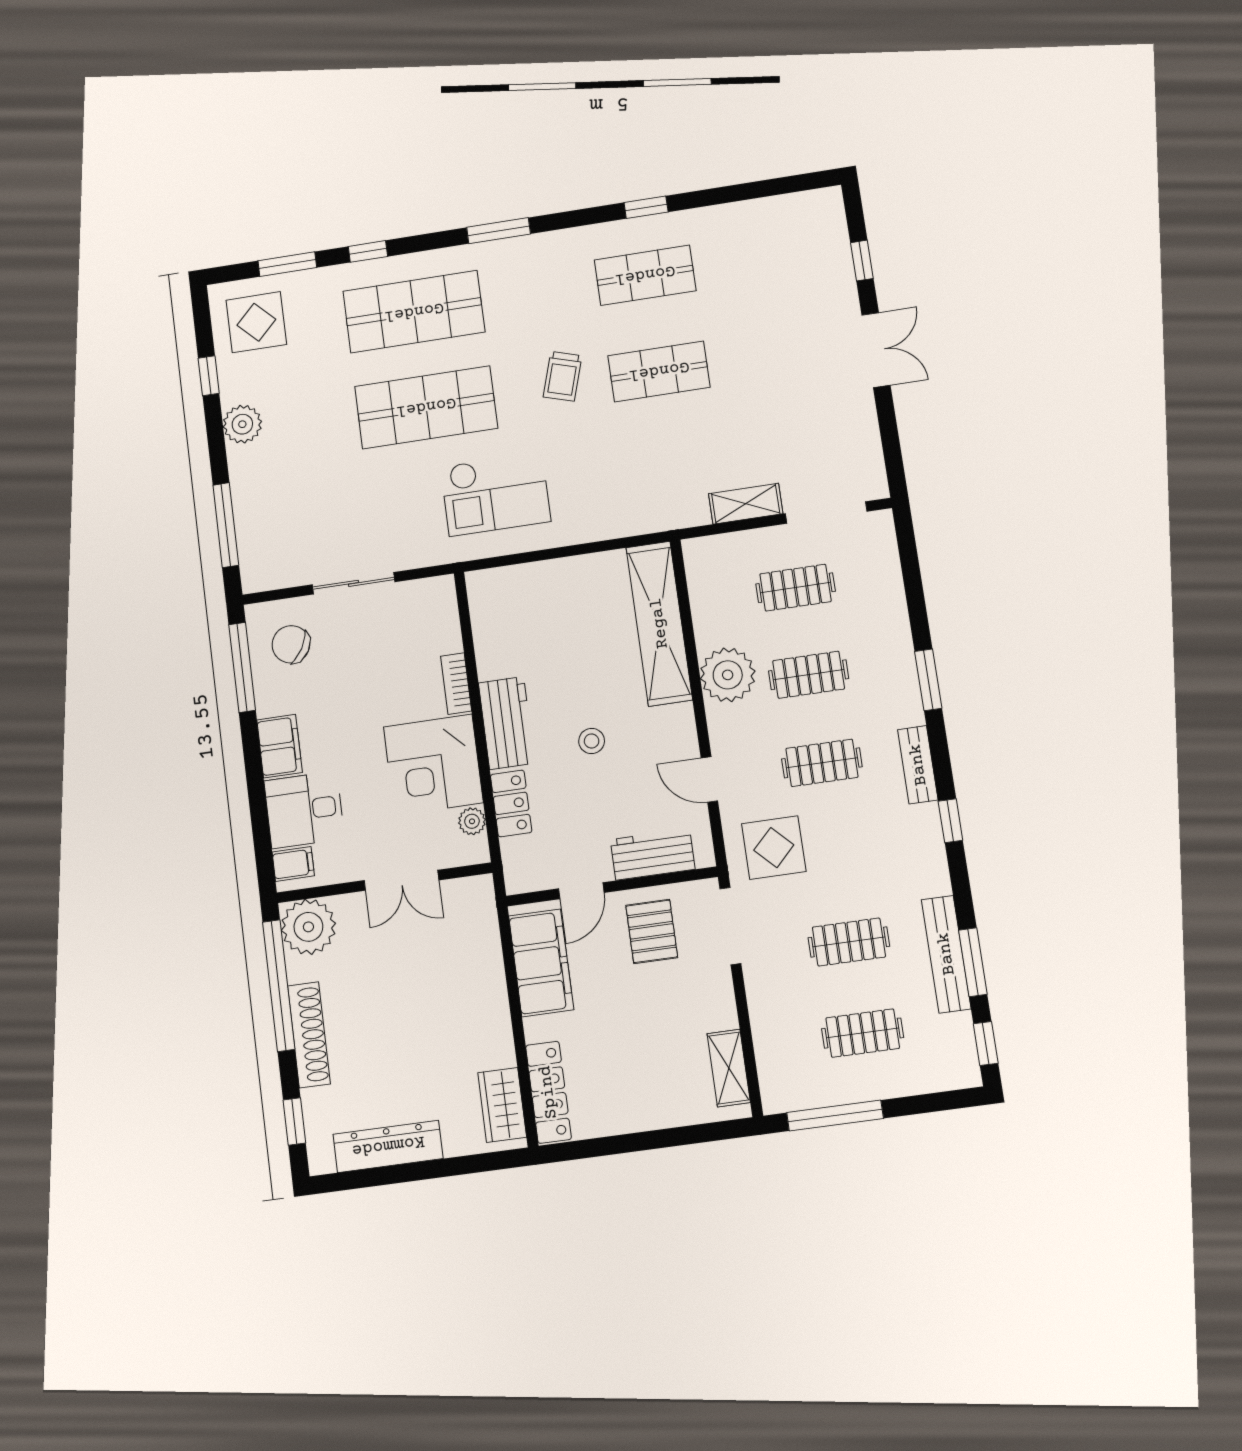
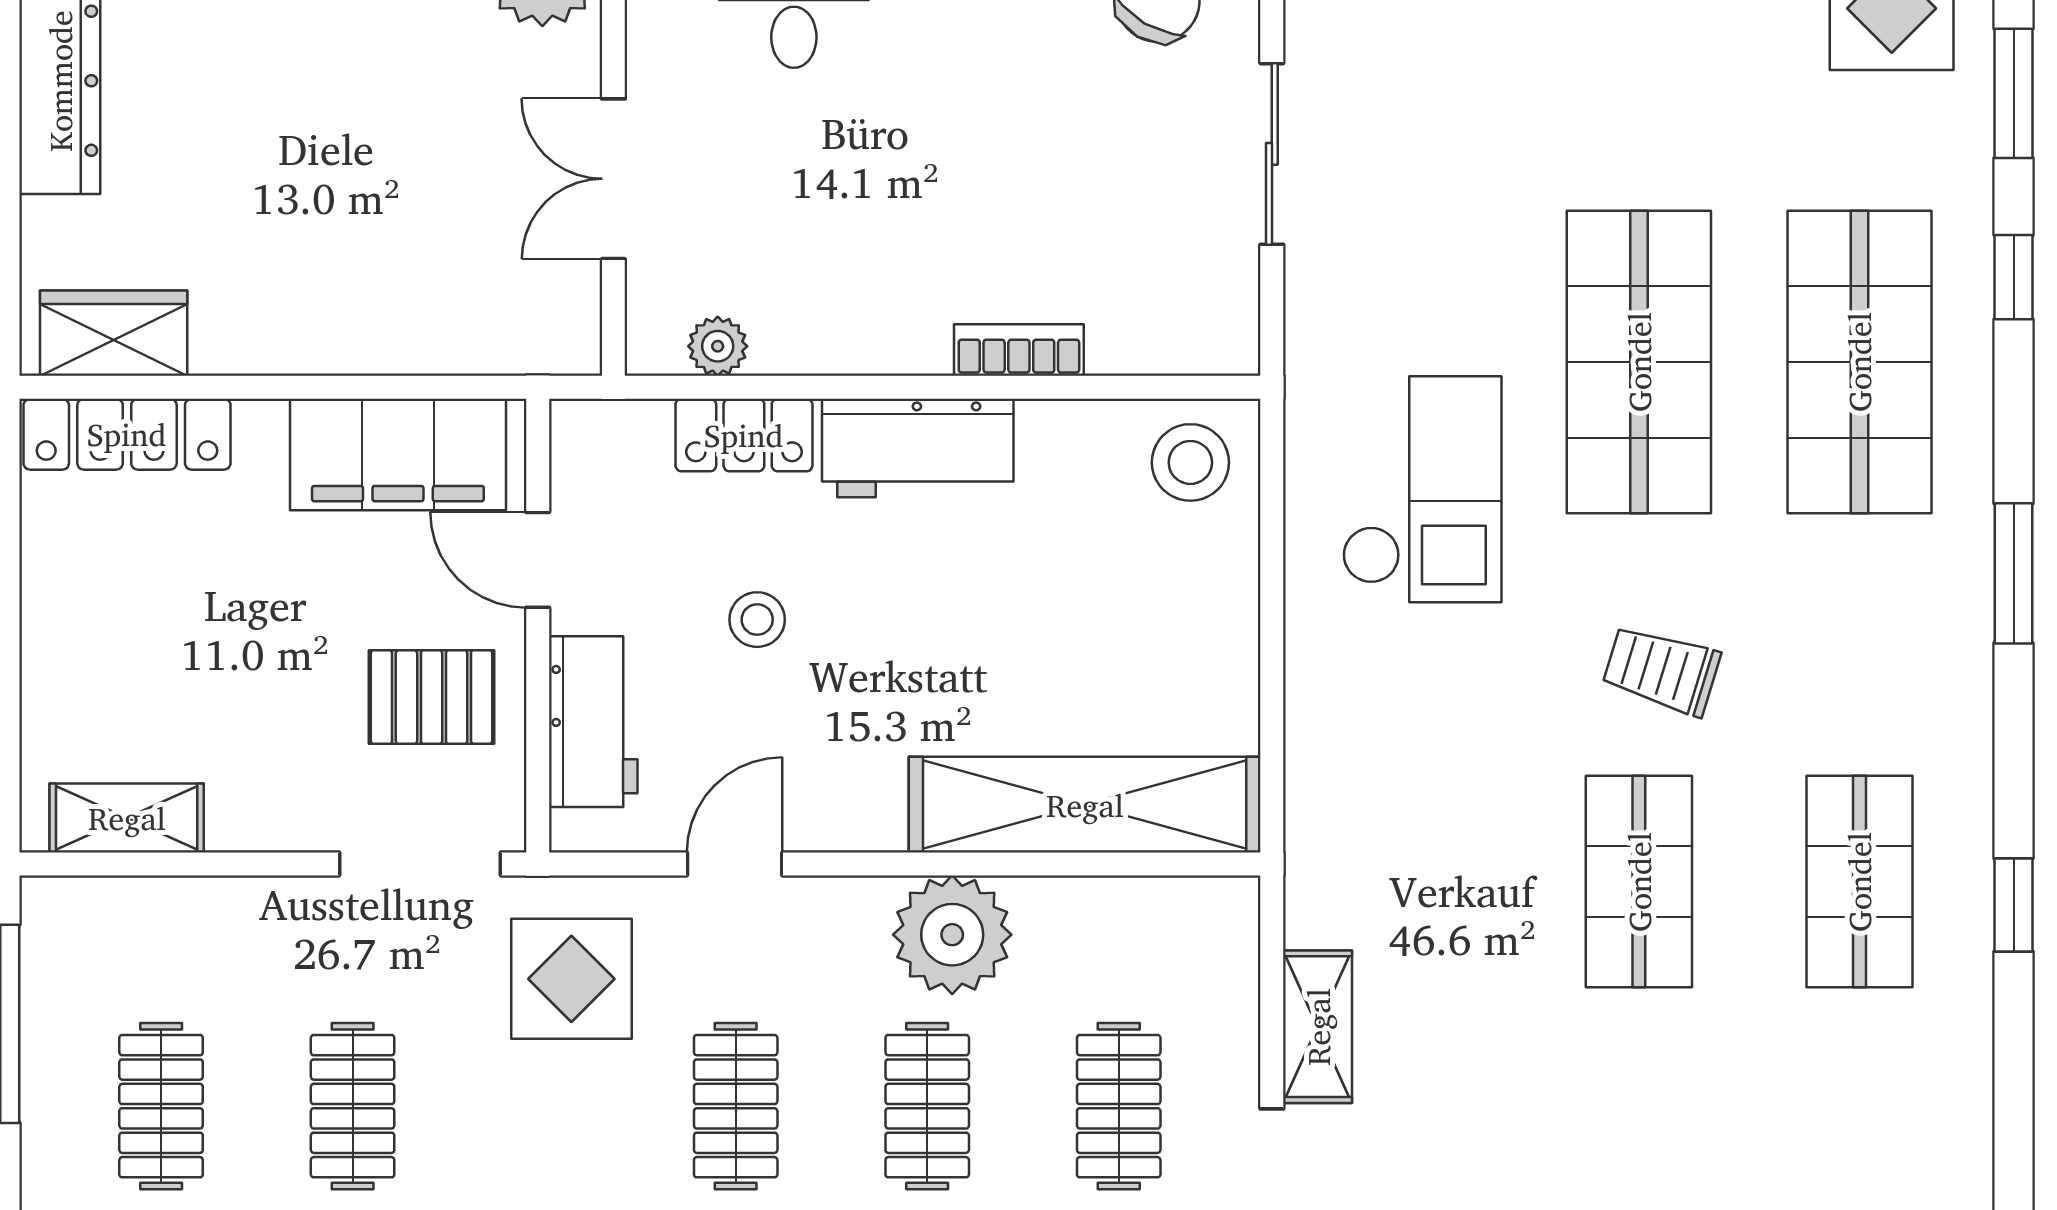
checkout: (496, 494) -> (1422, 489), turned 180
stool: (497, 599) -> (1190, 462), added
stool: (592, 741) -> (757, 620), moved
corner desk: (433, 765) -> (851, 278), removed

